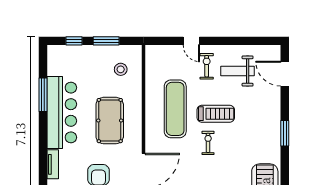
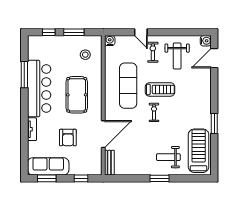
water cooler: (152, 51) -> (110, 41), added
water cooler: (274, 52) -> (206, 41), added
weight bench: (238, 71) -> (177, 56), turned -90
door: (285, 74) -> (214, 58), hinge flipped
window: (285, 133) -> (214, 123), moved

